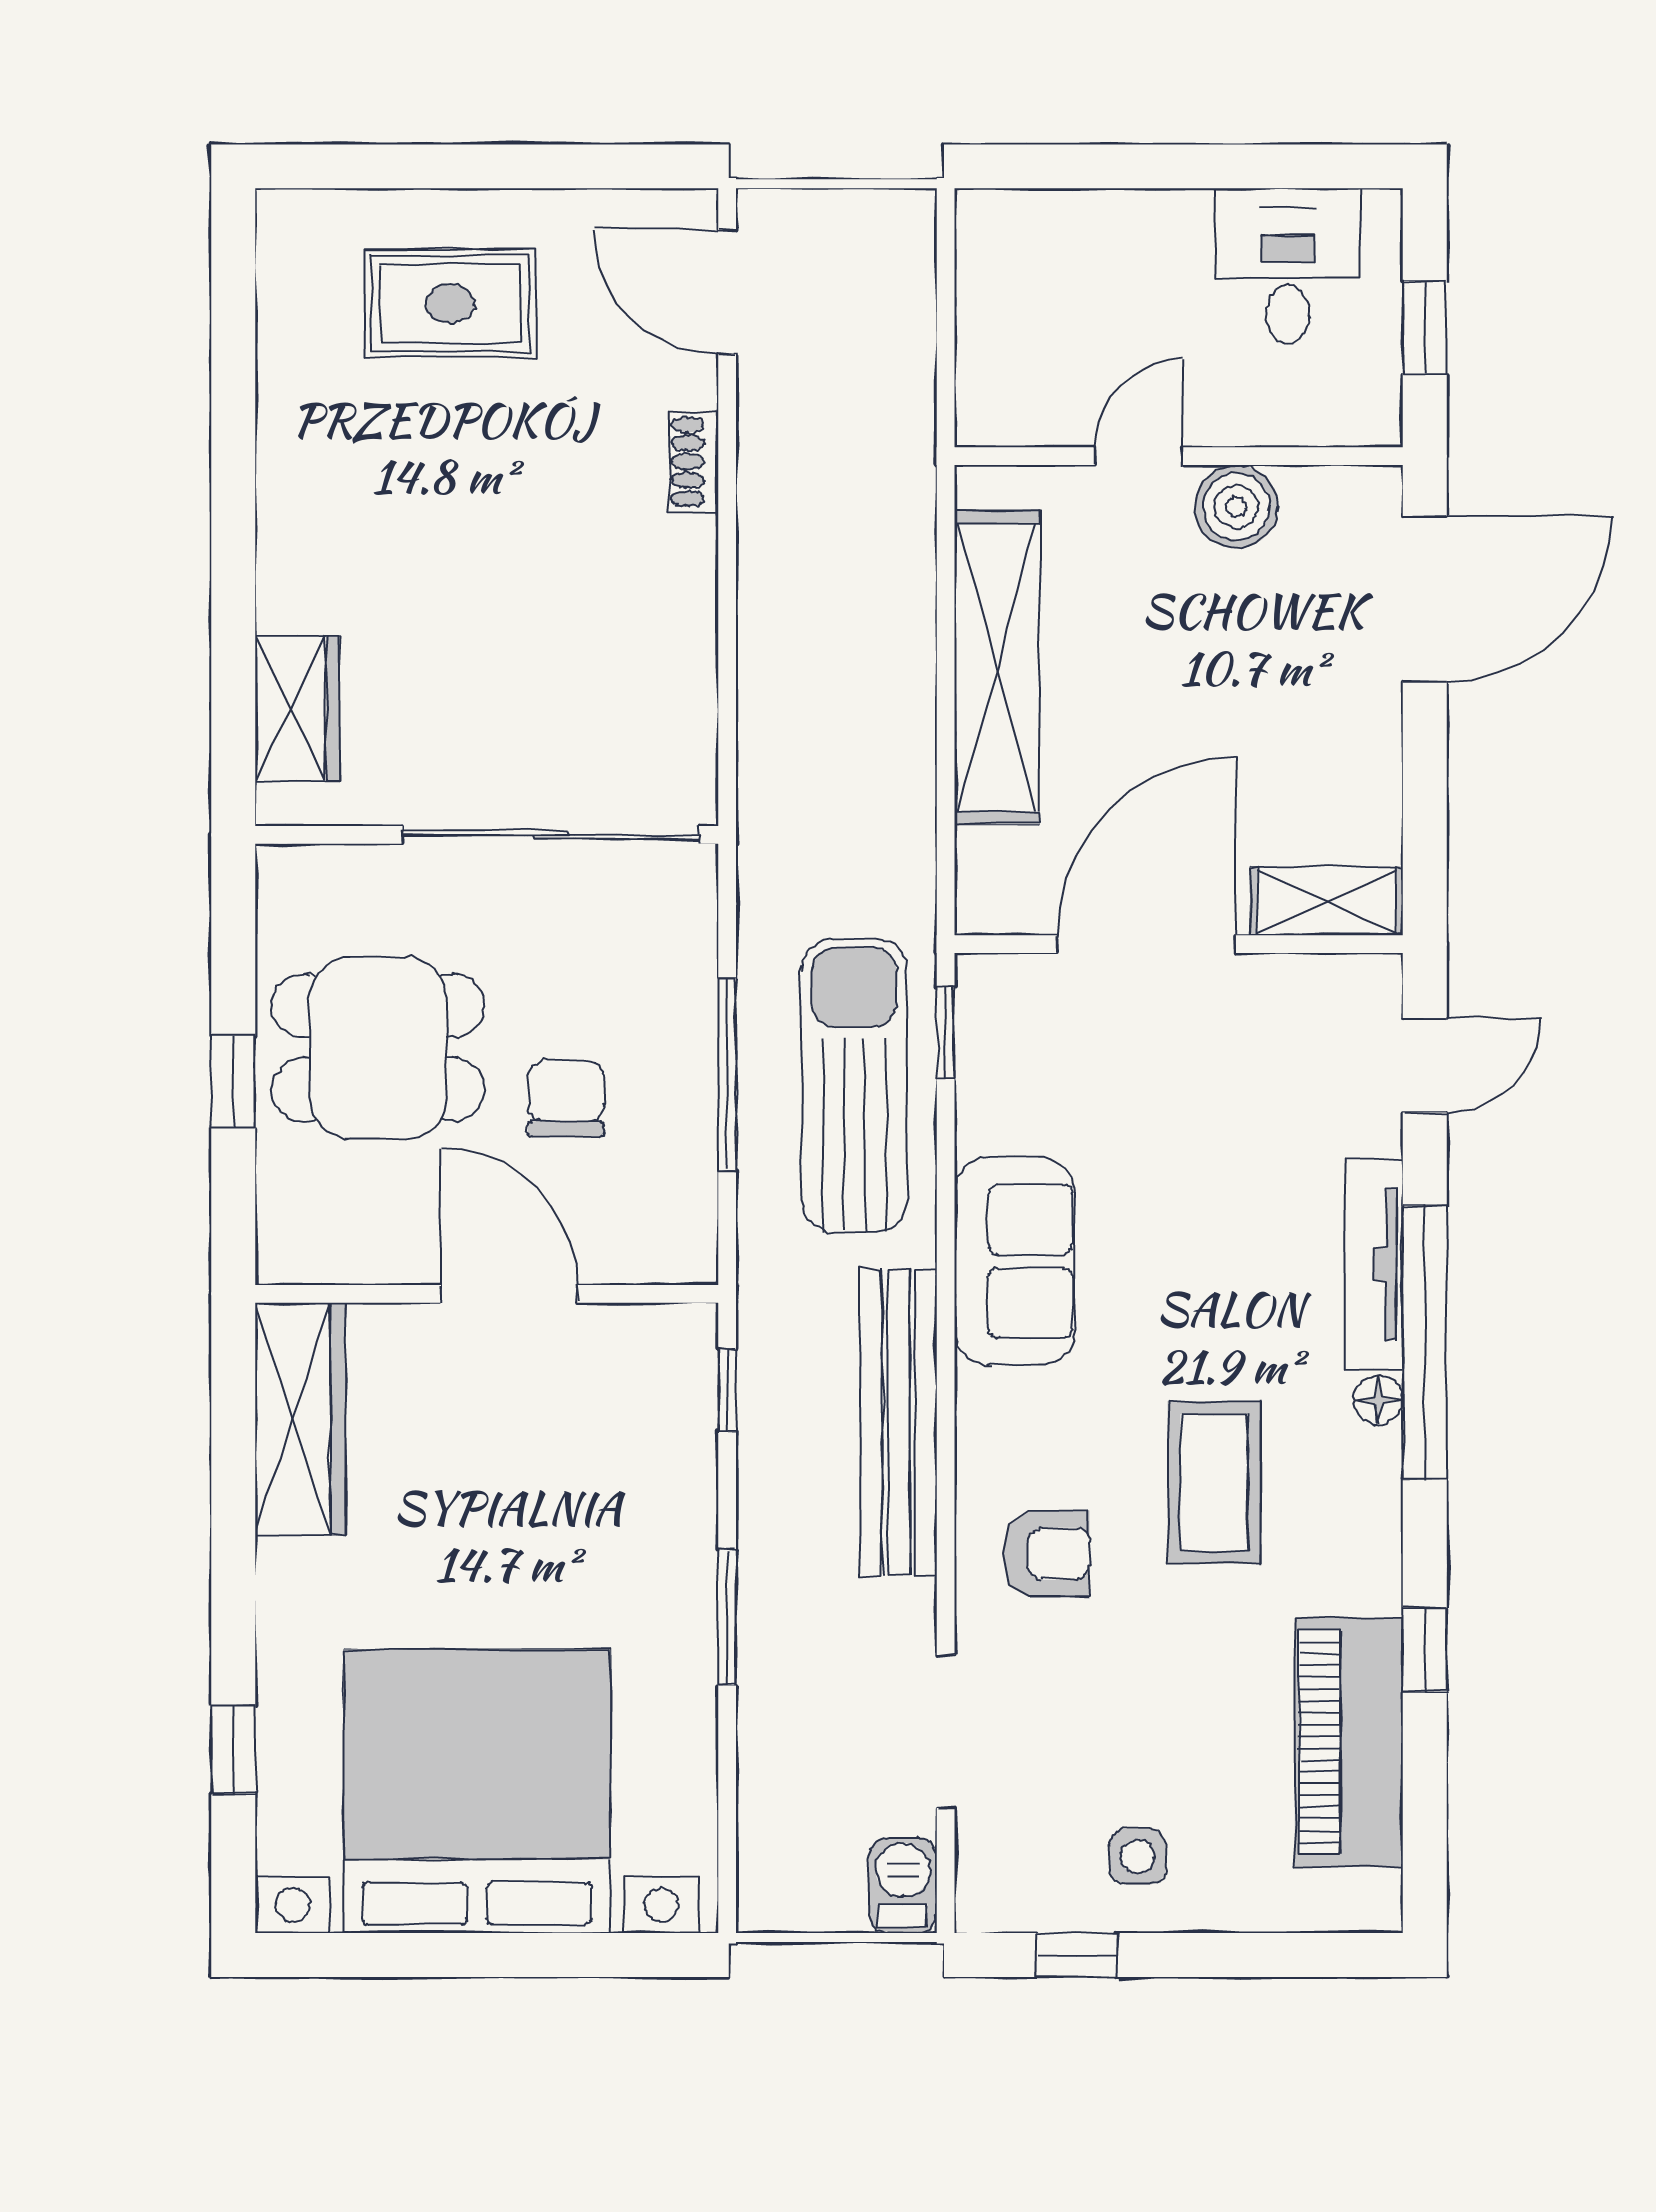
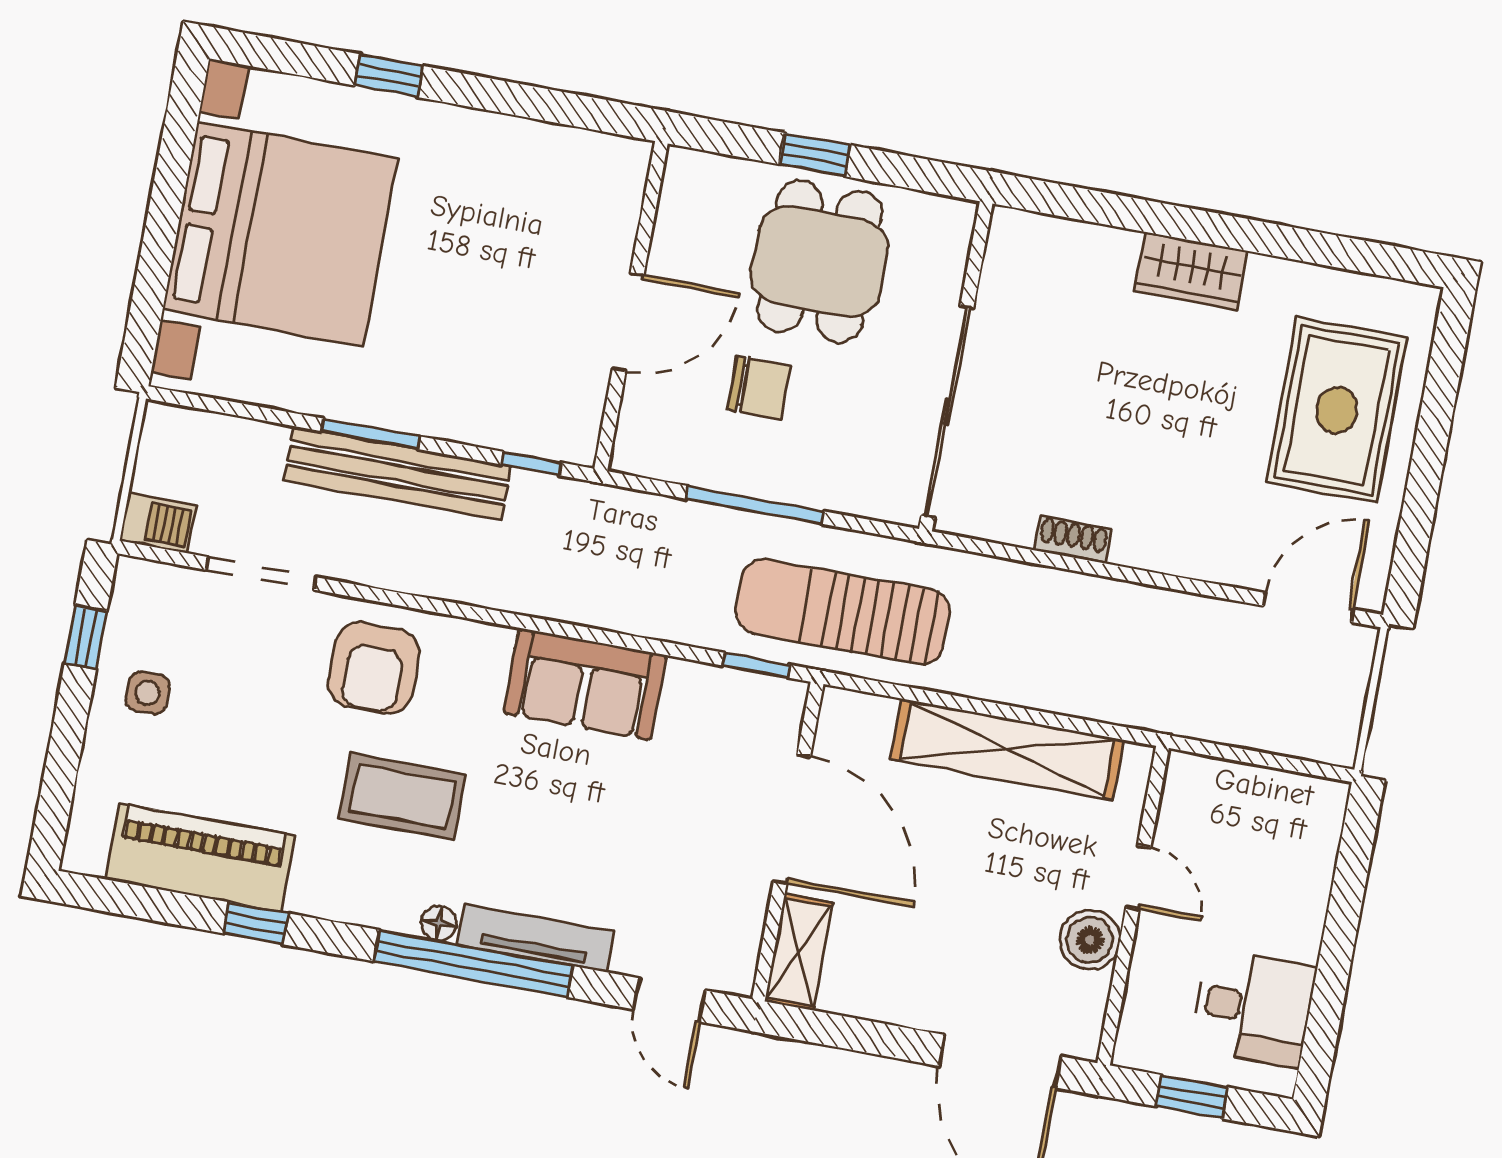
rug: (450, 303) -> (1337, 410), width x1.36, depth x1.43
shoe rack: (694, 462) -> (1073, 540), moved
wardrobe: (297, 708) -> (1191, 271), moved
sun lounger: (854, 1085) -> (843, 612), moved, turned 180
wardrobe: (300, 1419) -> (567, 158), removed
bench: (899, 1422) -> (397, 473), moved
armchair: (1046, 1554) -> (374, 668), width x1.38, depth x1.38
window: (233, 1749) -> (388, 76), moved

